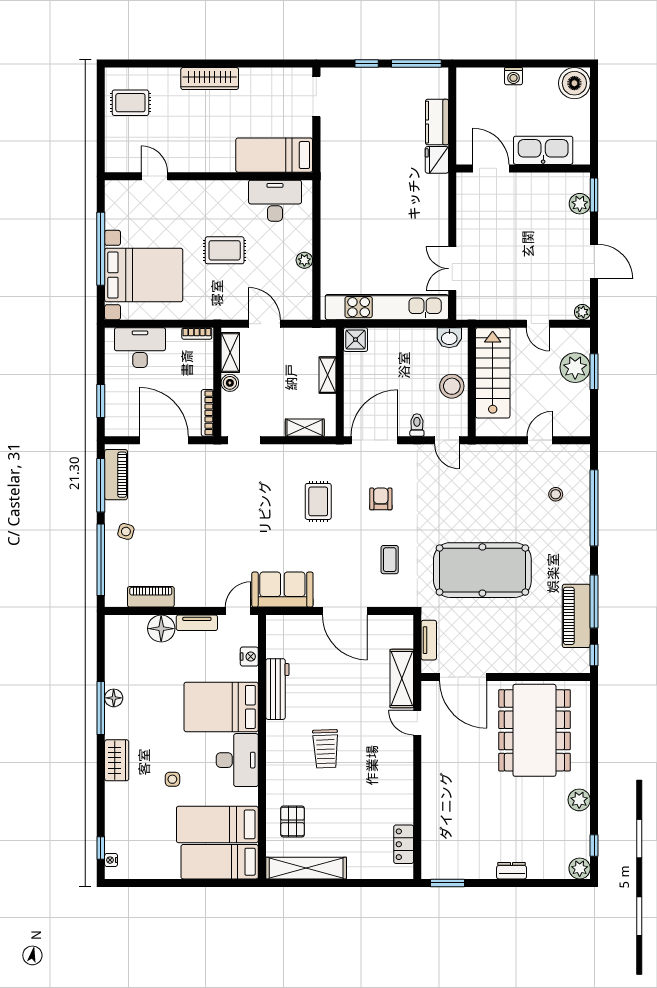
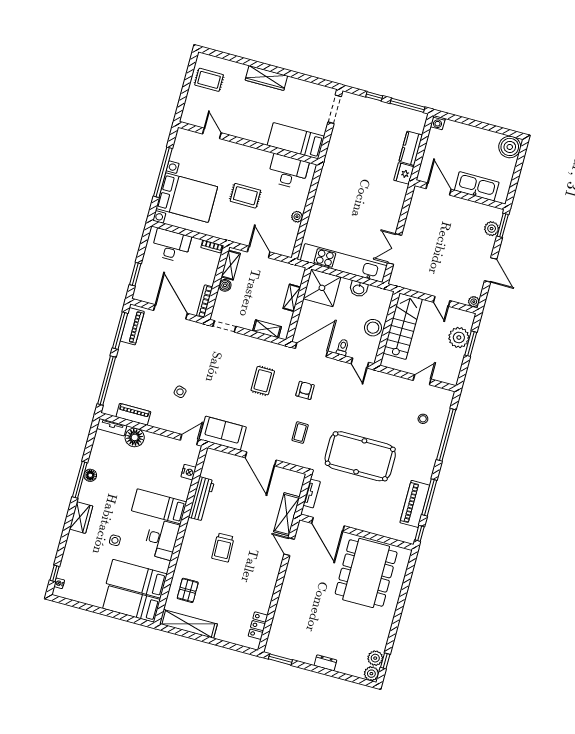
washing machine: (513, 76) -> (438, 123), moved
washbasin: (449, 338) -> (359, 289), moved
shower: (356, 340) -> (322, 288), width x1.86, depth x1.86
side table: (126, 531) -> (180, 392), moved
tv unit: (197, 623) -> (112, 427), moved
bed: (221, 707) -> (159, 506), width x0.67
plant: (579, 800) -> (375, 658), moved

